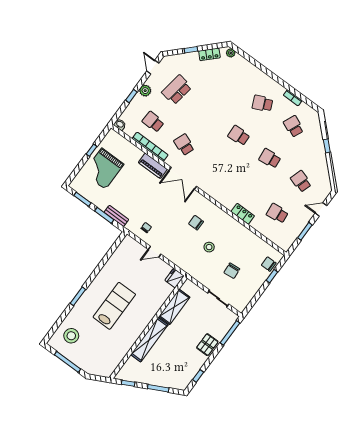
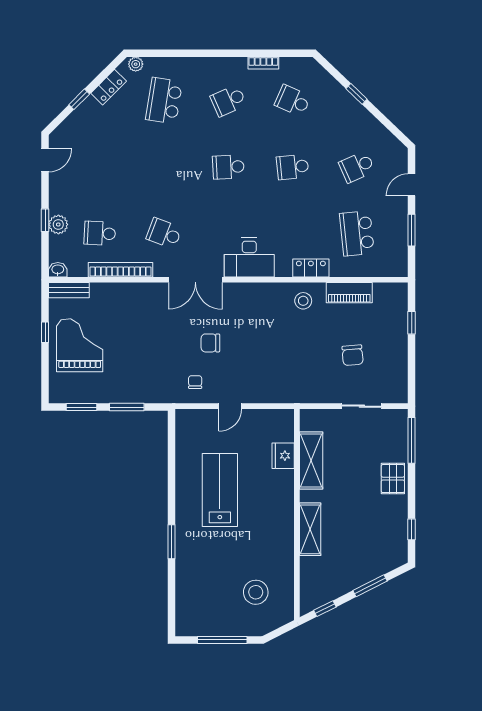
door: (153, 67) -> (45, 160), swing flipped
school desk: (177, 90) -> (164, 101), moved
plant: (145, 91) -> (58, 224), moved
piano: (153, 166) -> (349, 293), moved
grand piano: (104, 169) -> (80, 345), turned 180
school desk: (301, 181) -> (357, 167), turned -42
desk: (217, 187) -> (249, 258), added
school desk: (277, 213) -> (357, 233), width x1.85
bench: (116, 216) -> (69, 290), moved
chair: (196, 223) -> (210, 343), moved
stool: (209, 247) -> (303, 301), moved
chair: (269, 264) -> (395, 310), removed
fridge: (175, 278) -> (283, 456), moved
lab bench: (114, 306) -> (220, 490), moved
stool: (71, 336) -> (256, 592), moved
shelving: (149, 340) -> (310, 529), width x0.68

